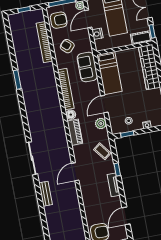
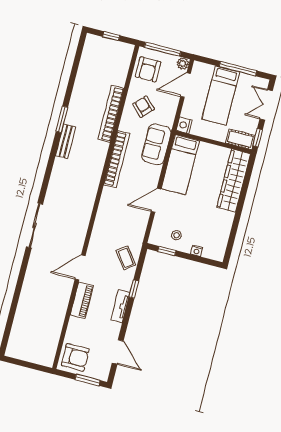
armchair: (59, 20) -> (148, 69), turned 90
nightstand: (97, 34) -> (184, 125), moved
bookcase: (44, 42) -> (111, 114), moved
floor lamp: (71, 115) -> (108, 194), removed
plant: (101, 123) -> (140, 222), removed
piano: (75, 132) -> (82, 300), moved
bench: (46, 194) -> (66, 141), moved
door: (126, 216) -> (118, 352), swing flipped

